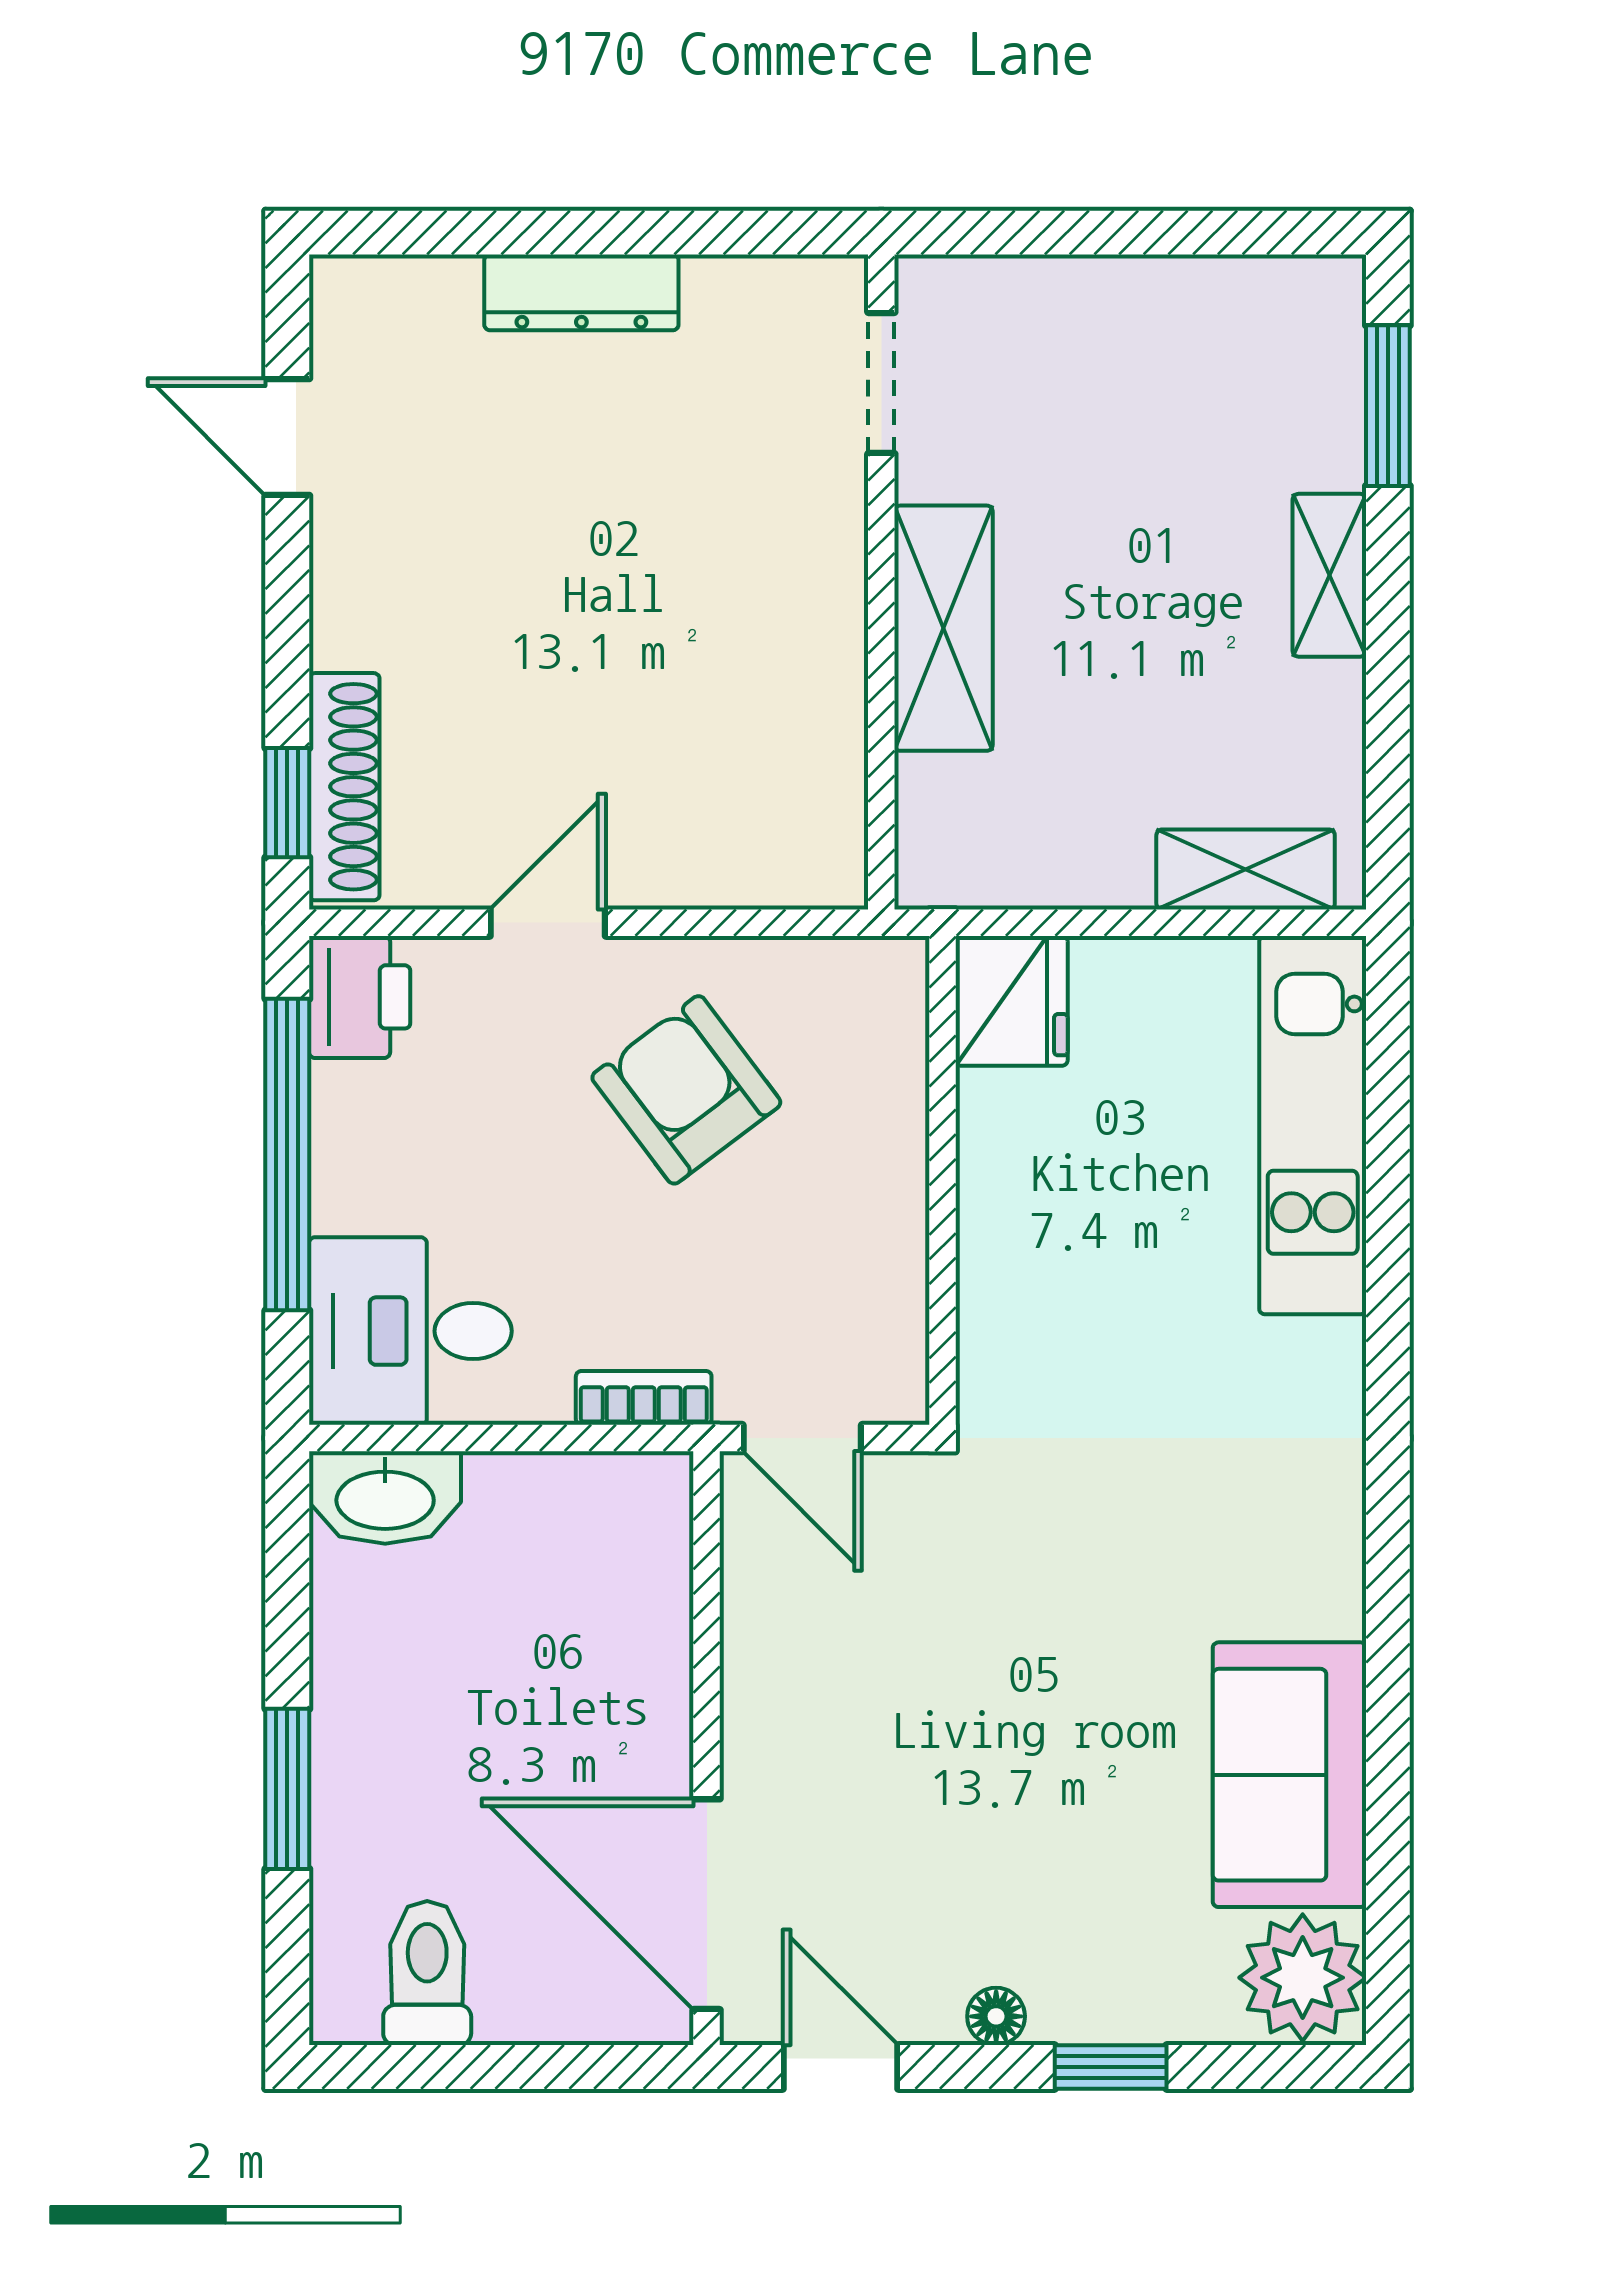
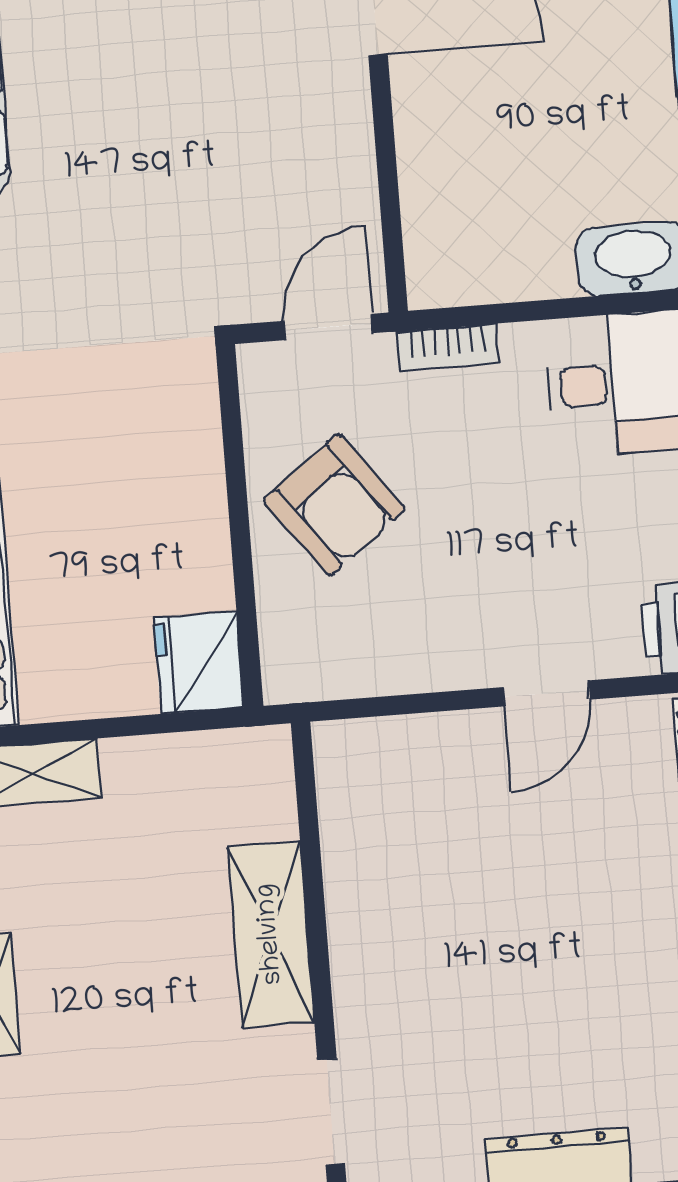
armchair: (686, 1090) -> (334, 505), moved
door: (802, 1438) -> (328, 327), hinge flipped

